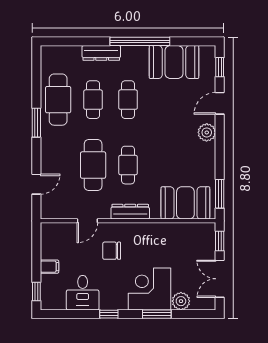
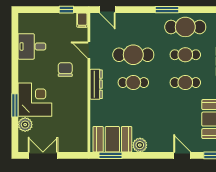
plant: (207, 132) -> (140, 145), moved
door: (36, 184) -> (107, 10), moved
booth: (185, 203) -> (112, 139), moved, turned 90
window: (220, 241) -> (73, 155), removed
filing cabinet: (49, 267) -> (82, 20), moved
window: (36, 292) -> (66, 10), moved
window: (109, 314) -> (15, 67), removed

